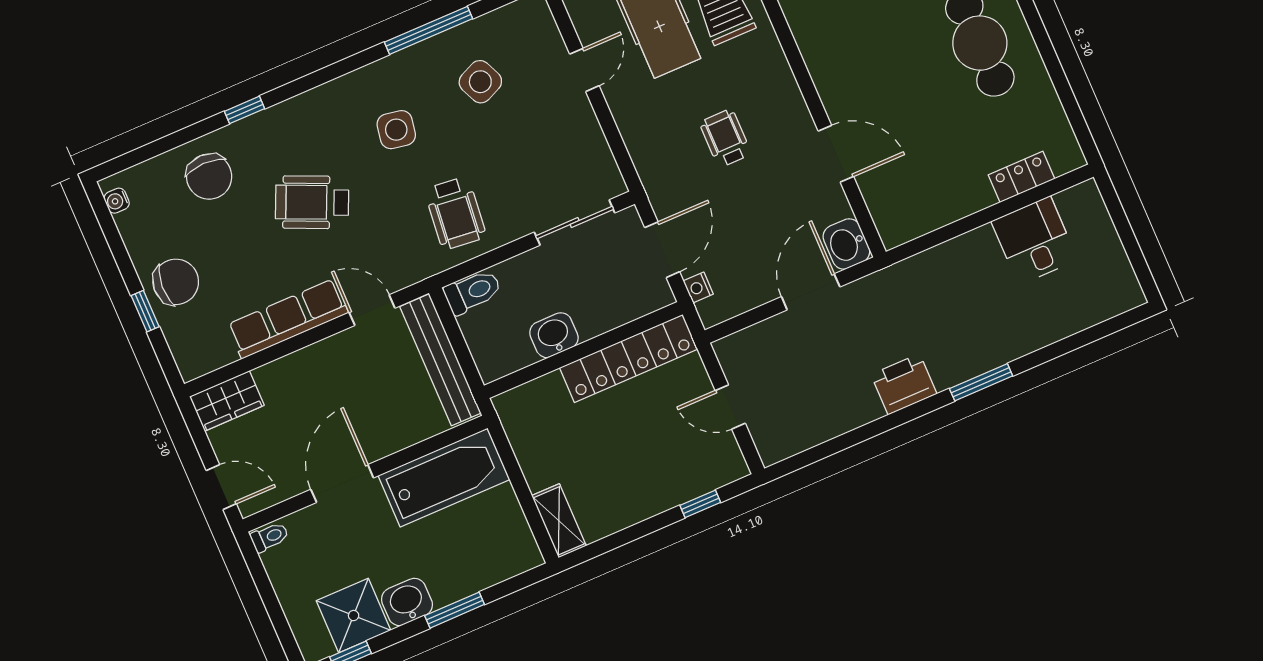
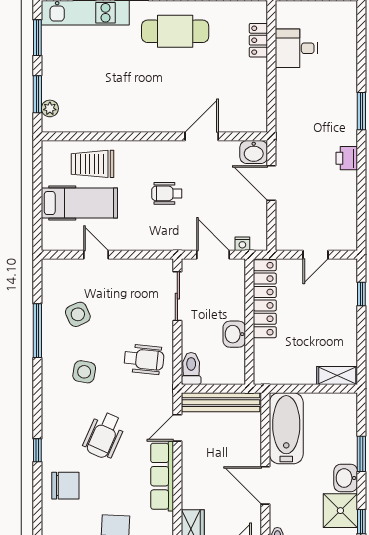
printer: (904, 384) -> (347, 158), width x0.73, depth x0.81

